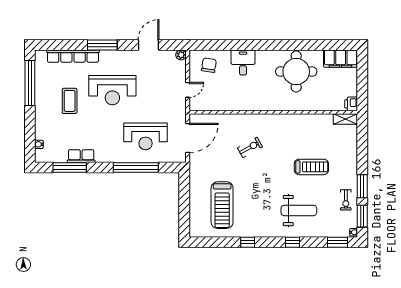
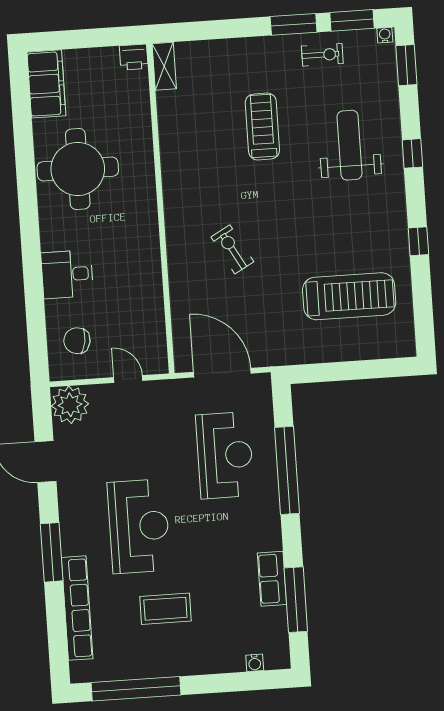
plant: (181, 55) -> (70, 405), width x1.88, depth x1.88

